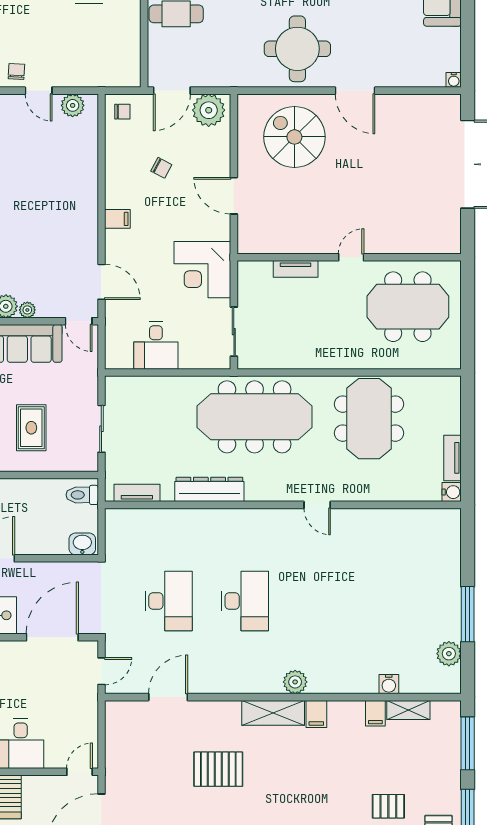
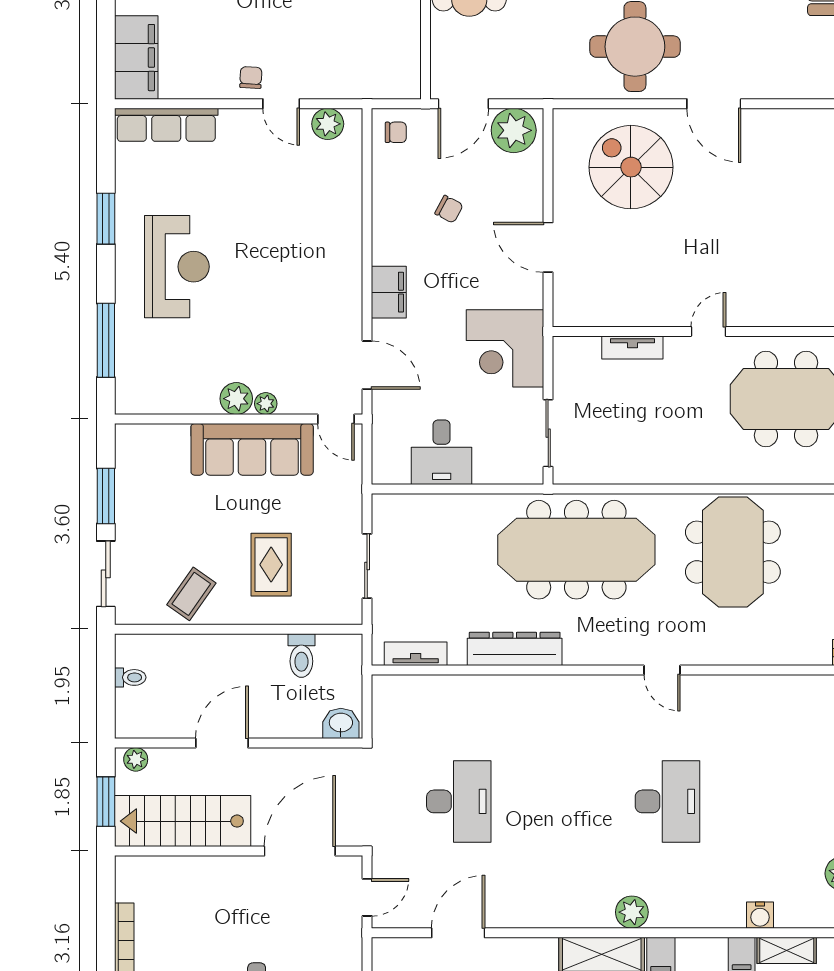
filing cabinet: (117, 219) -> (389, 292), width x2.00
toilet: (82, 495) -> (301, 656), moved, turned -90
desk: (245, 601) -> (667, 801), moved

